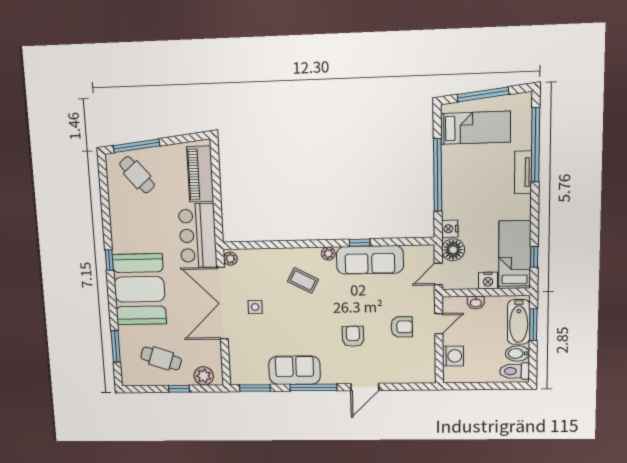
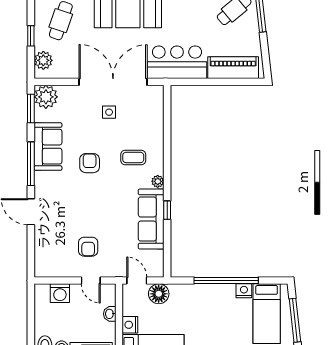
nightstand: (450, 229) -> (244, 291), moved
plant: (230, 259) -> (46, 97), moved, width x1.88, depth x1.88
coffee table: (303, 280) -> (133, 157), turned 62
armchair: (353, 336) -> (90, 163), moved, turned -90

